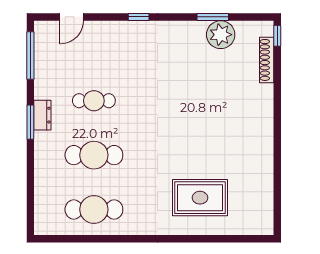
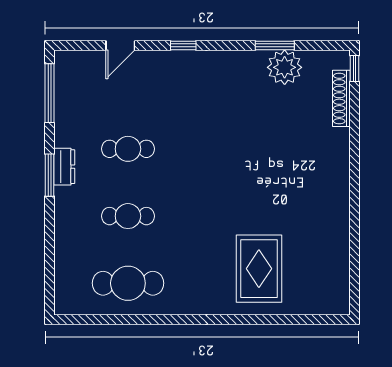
door: (72, 17) -> (120, 45), moved
cafe table: (94, 155) -> (128, 216), width x0.73, depth x0.74
rug: (200, 198) -> (259, 269), turned 90

